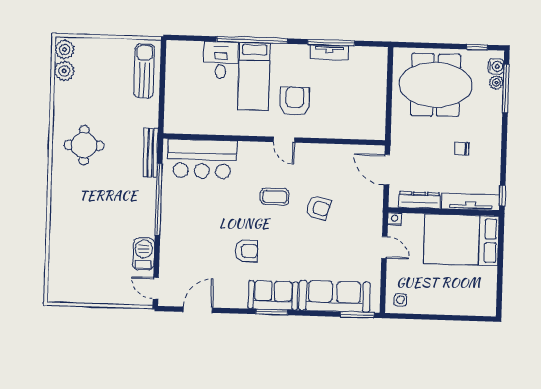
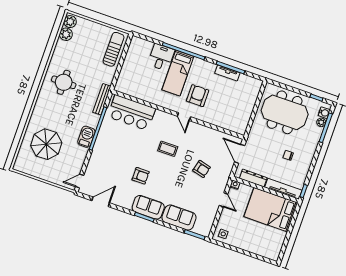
armchair: (318, 208) -> (202, 169), moved
parasol: (87, 248) -> (46, 144), added
barbecue: (144, 254) -> (86, 137), moved
door: (156, 288) -> (80, 181), hinge flipped
sofa: (334, 296) -> (179, 217), width x0.73

